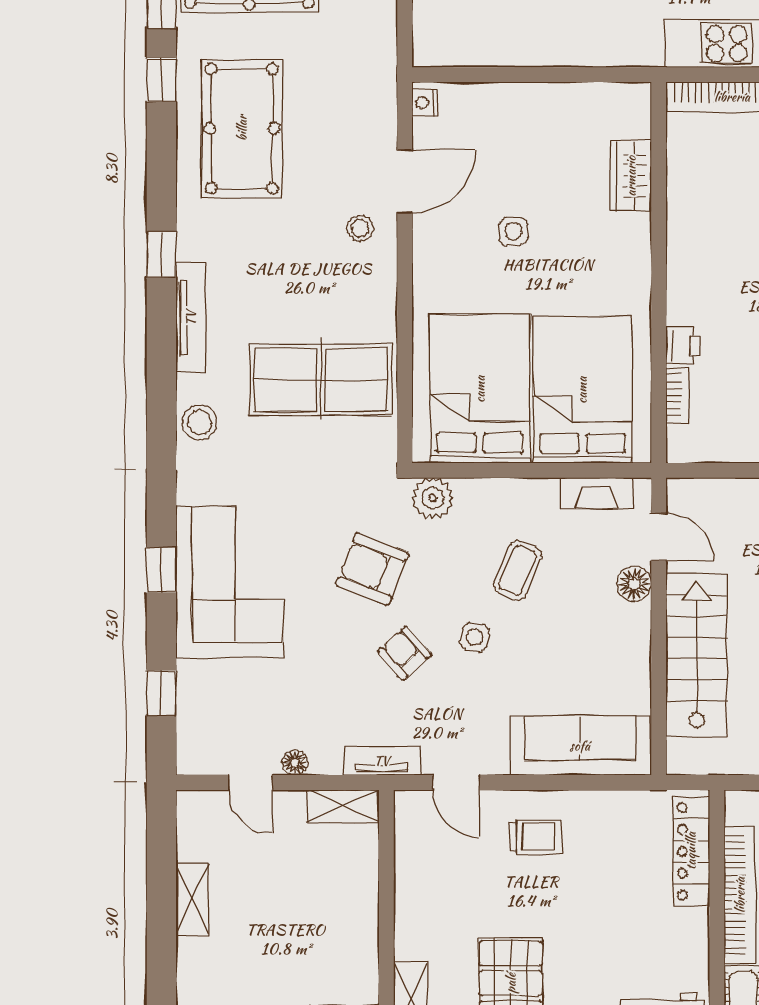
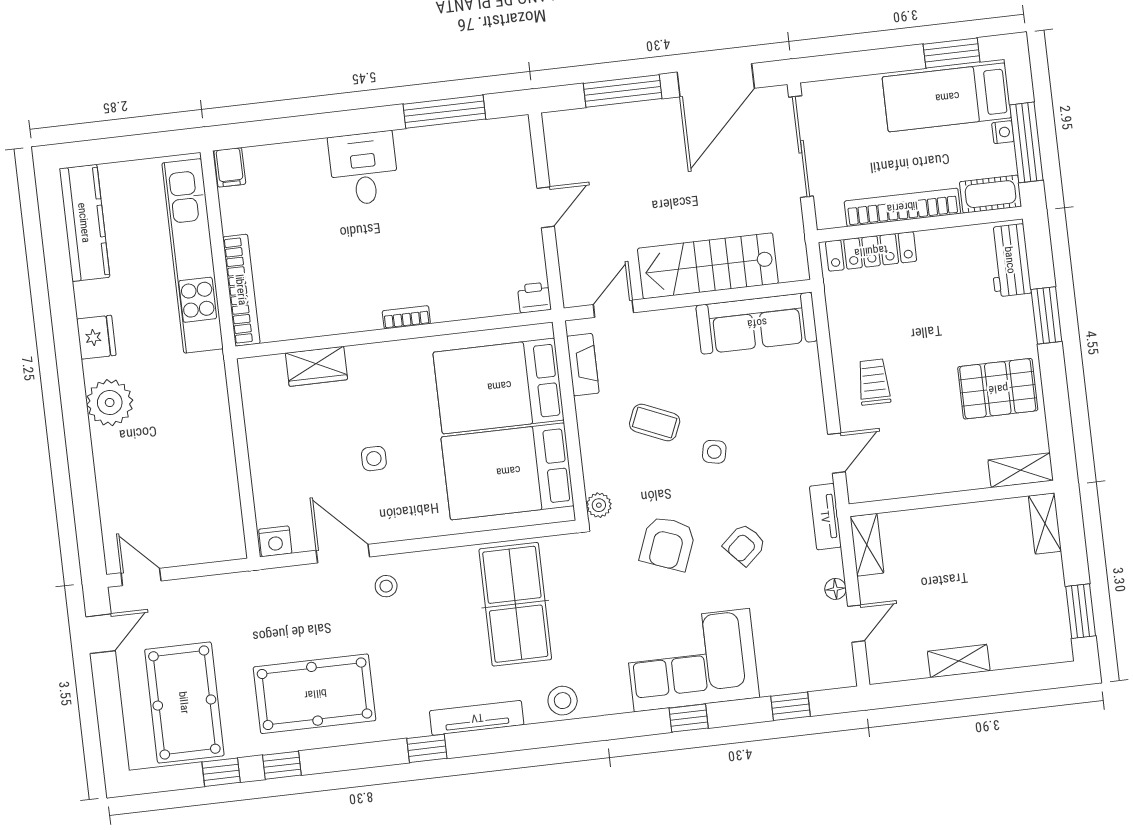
nightstand: (424, 103) -> (275, 541), width x1.39, depth x1.35
printer: (683, 346) -> (534, 298), moved
bookcase: (677, 395) -> (406, 317), moved
plant: (433, 498) -> (599, 505), width x0.73, depth x0.73
floor lamp: (634, 584) -> (655, 325), removed
armchair: (404, 653) -> (745, 545), moved
sofa: (580, 746) -> (757, 323), moved, turned -90

